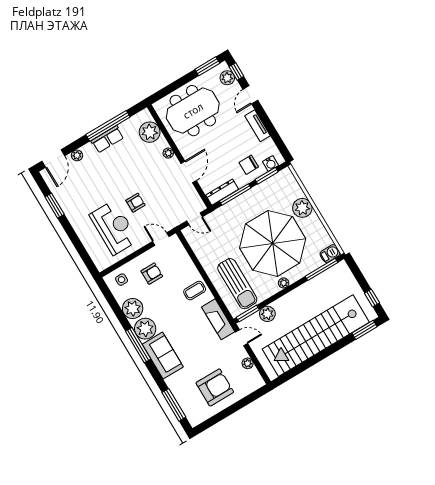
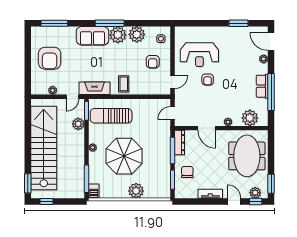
water cooler: (271, 163) -> (179, 187), removed
parasol: (273, 243) -> (124, 156), width x0.73, depth x0.73

